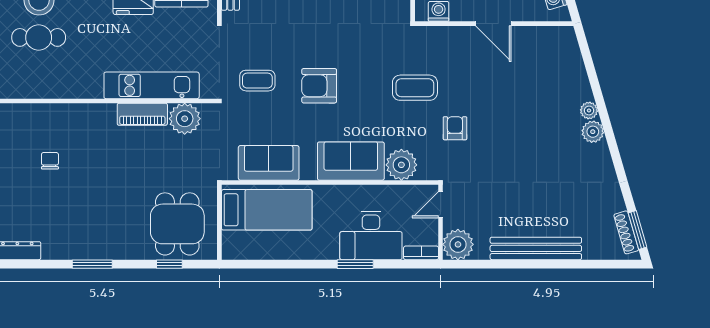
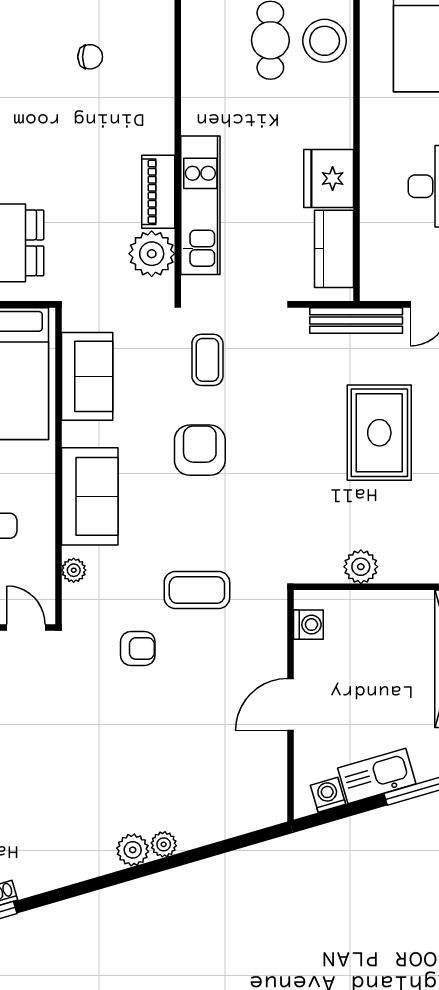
coffee table: (415, 88) -> (197, 590), turned 90
plant: (401, 165) -> (74, 570), width x0.53, depth x0.53

